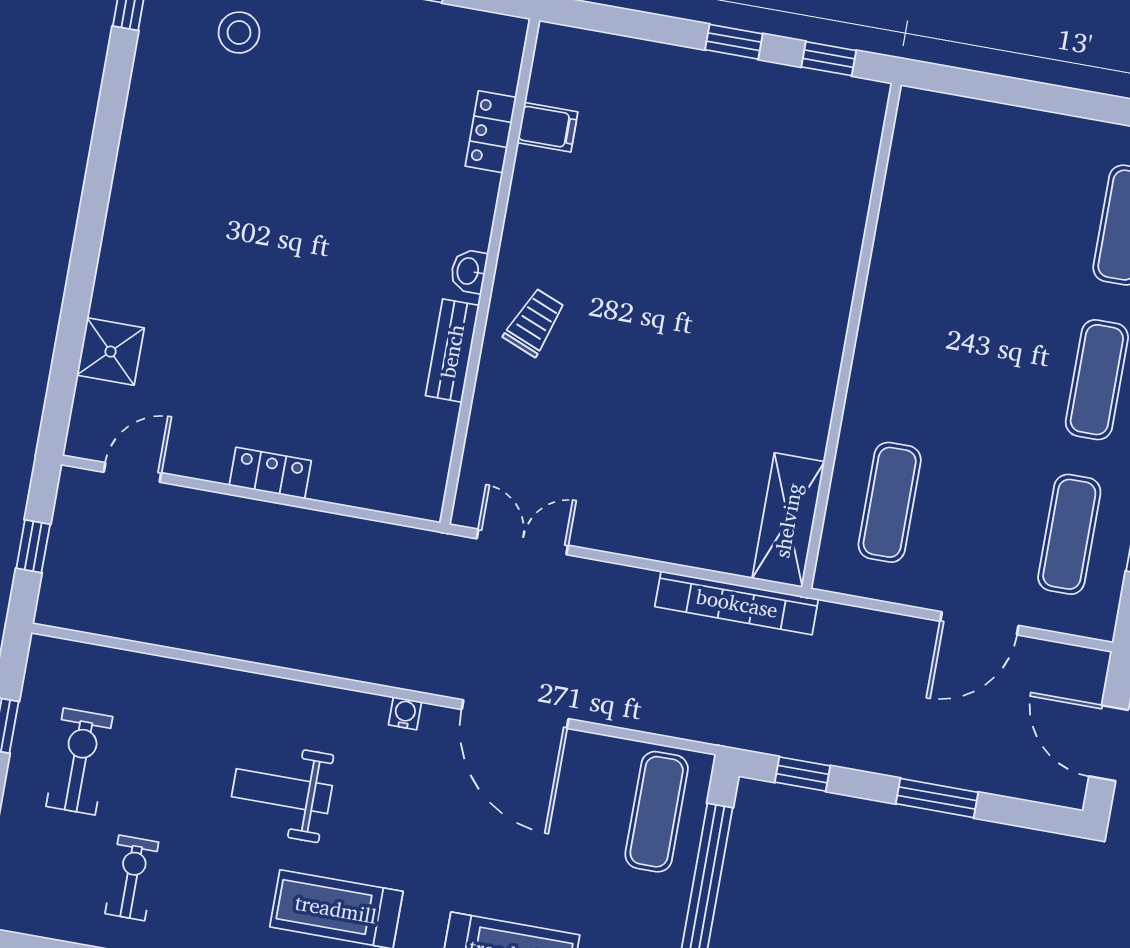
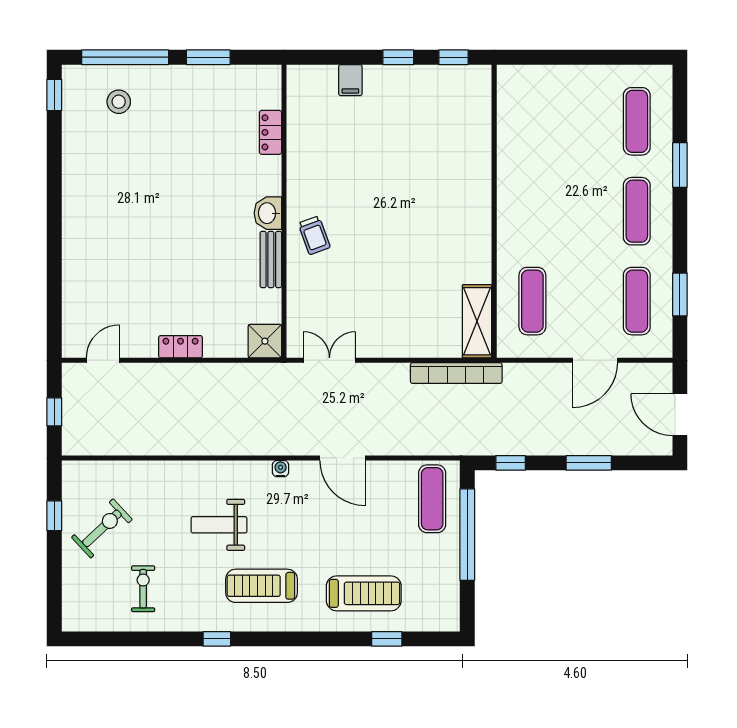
filing cabinet: (548, 127) -> (350, 80), moved, turned 90
washbasin: (469, 271) -> (268, 213), width x1.38, depth x1.45
trolley: (534, 322) -> (314, 235), turned 138
shower: (111, 352) -> (265, 341), moved
door: (515, 714) -> (343, 458), width x0.73
exercise bike: (79, 761) -> (102, 528), turned 47

